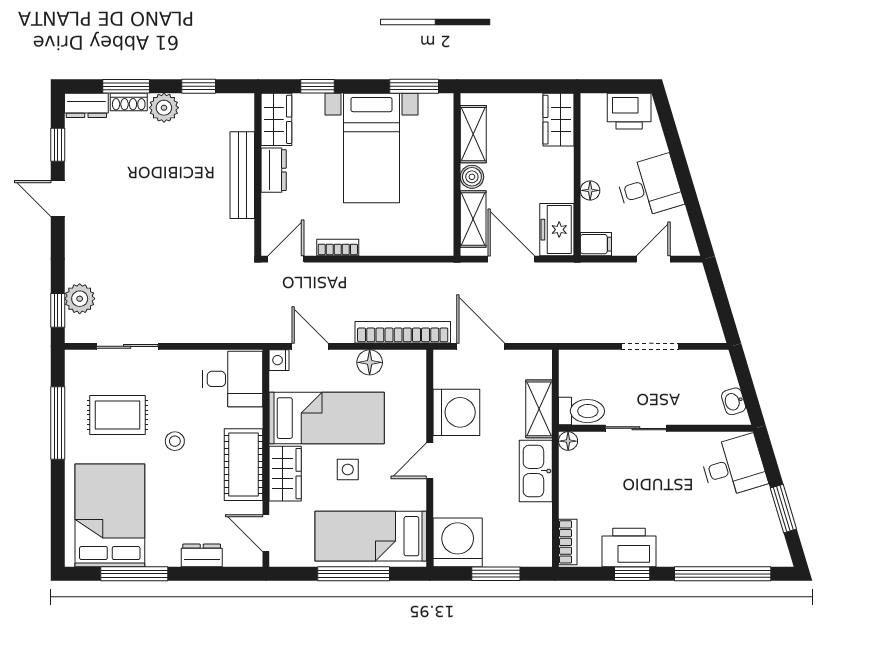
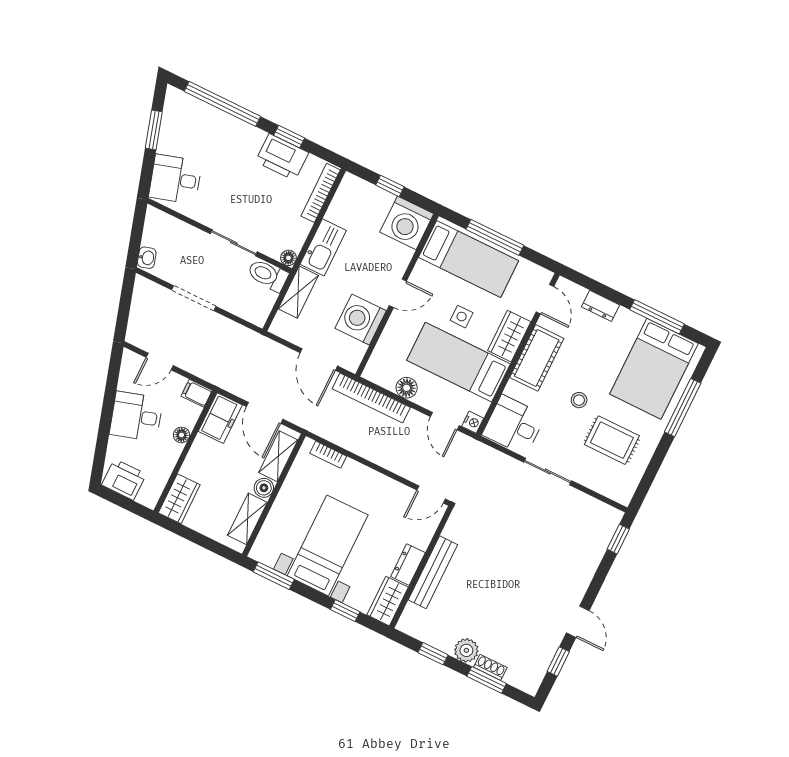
dresser: (86, 105) -> (523, 680), removed
bookcase: (338, 247) -> (328, 455), moved
plant: (80, 299) -> (598, 540), removed
sliding door: (127, 346) -> (548, 472), moved
washbasin: (734, 401) -> (147, 258), moved
window: (58, 423) -> (683, 408), moved
bookcase: (568, 542) -> (321, 193), width x1.56
window: (496, 574) -> (390, 186), width x0.67

